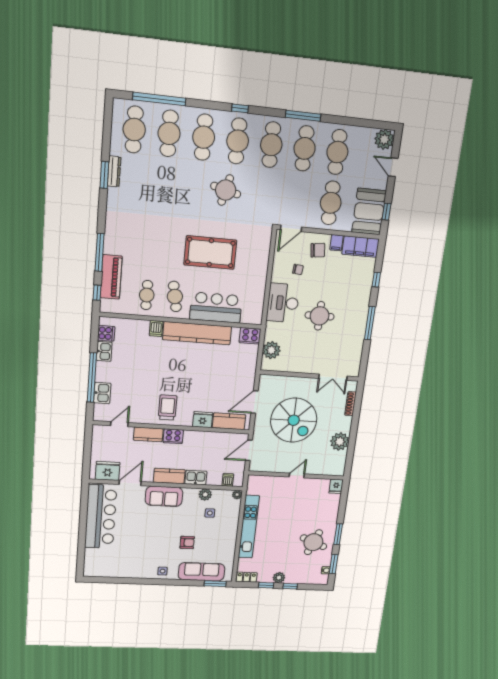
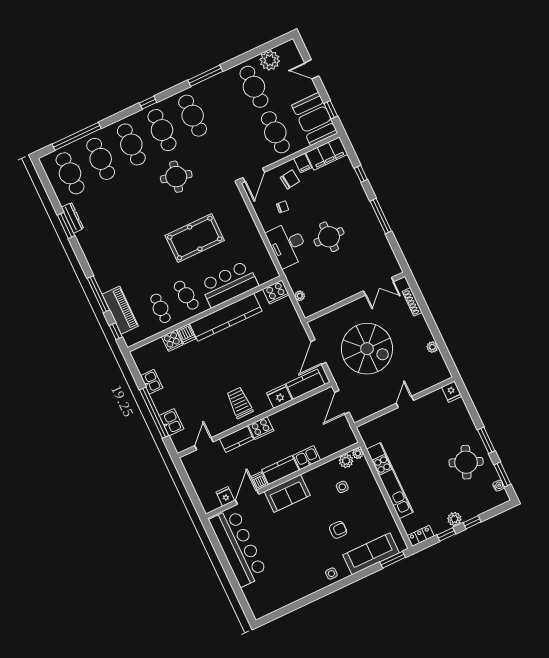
plant: (384, 139) -> (270, 60), moved
cafe table: (305, 148) -> (223, 101), removed
cooker: (106, 333) -> (172, 341), moved, turned 90
plant: (271, 350) -> (300, 296), width x0.53, depth x0.53
plant: (340, 442) -> (432, 347), width x0.53, depth x0.53
fridge: (108, 471) -> (225, 496), width x0.53, depth x0.75
dishwasher: (228, 480) -> (259, 481), moved
plant: (205, 494) -> (346, 461), moved

